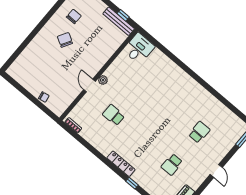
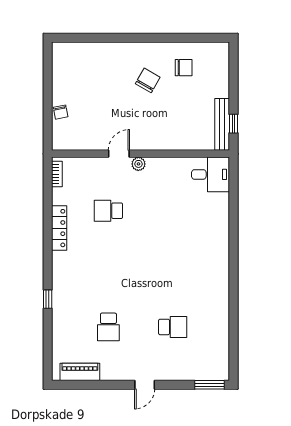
school desk: (114, 115) -> (108, 211), turned -90
locker: (121, 164) -> (59, 228), moved
school desk: (172, 164) -> (108, 327), turned -90

